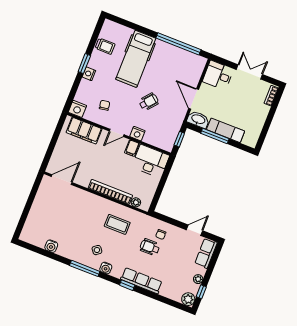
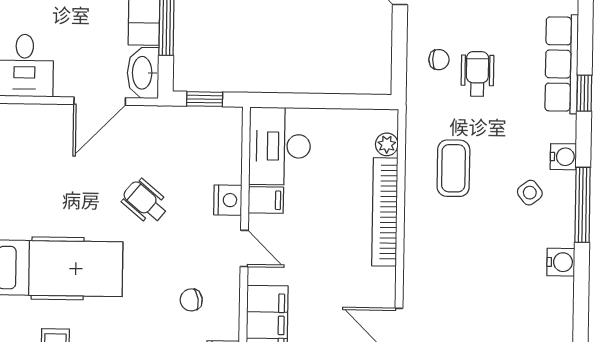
water cooler: (51, 246) -> (561, 262), moved
wheelchair: (150, 247) -> (477, 74), turned 180

